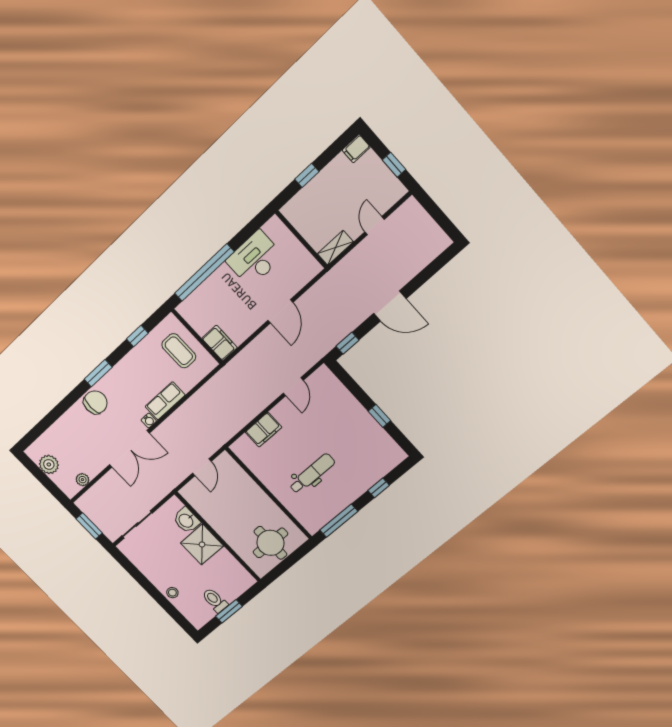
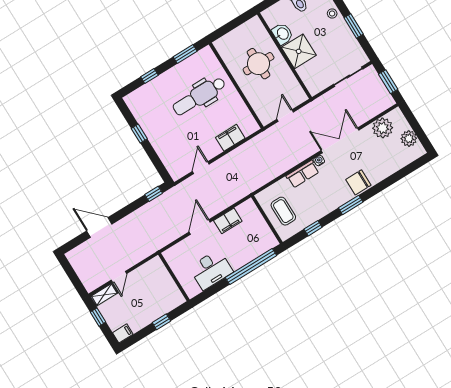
shelving: (335, 248) -> (104, 295), moved
door: (390, 306) -> (99, 227), moved
filing cabinet: (219, 343) -> (228, 221), moved, turned -90
dental chair: (312, 474) -> (199, 96), width x1.36, depth x1.38
plant: (83, 480) -> (383, 128), width x1.87, depth x1.87
washbasin: (186, 520) -> (282, 34), moved
window: (339, 521) -> (185, 54), width x0.69
round table: (270, 543) -> (259, 64), moved
window: (144, 582) -> (354, 26), added

